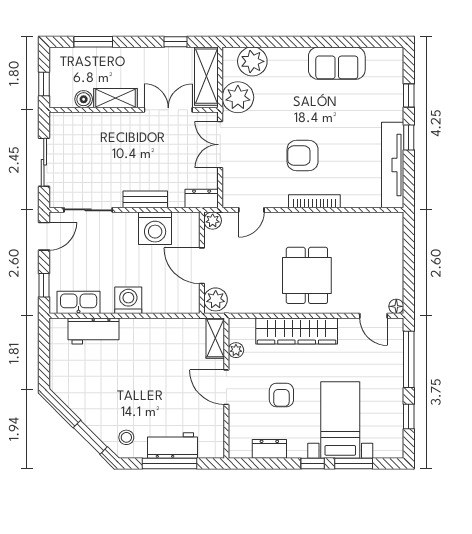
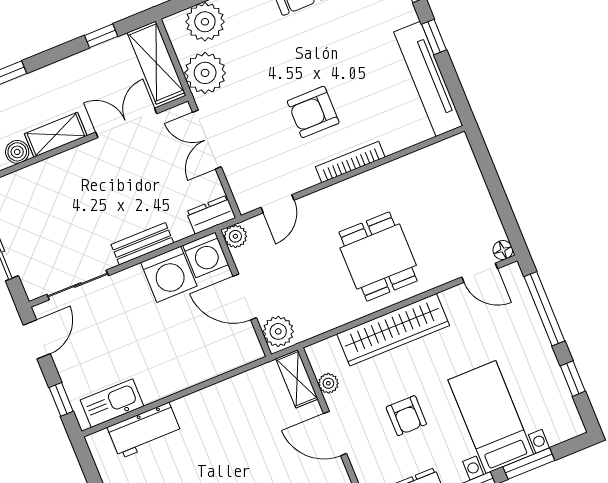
washing machine: (128, 300) -> (206, 255), moved, turned 180

